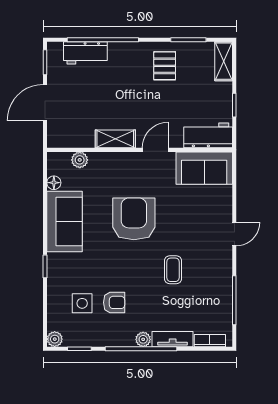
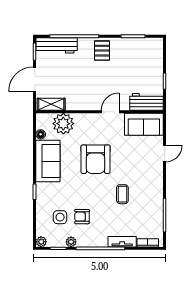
workbench: (85, 53) -> (57, 45), width x1.38
shelving: (224, 61) -> (157, 51), removed
pallet: (165, 66) -> (102, 51), moved
shelving: (115, 139) -> (51, 104), moved
plant: (80, 160) -> (63, 124), width x1.88, depth x1.88
armchair: (134, 219) -> (96, 159), turned 180
door: (234, 234) -> (165, 154), moved
armchair: (114, 302) -> (82, 217), turned 180
plant: (143, 339) -> (71, 242), moved

